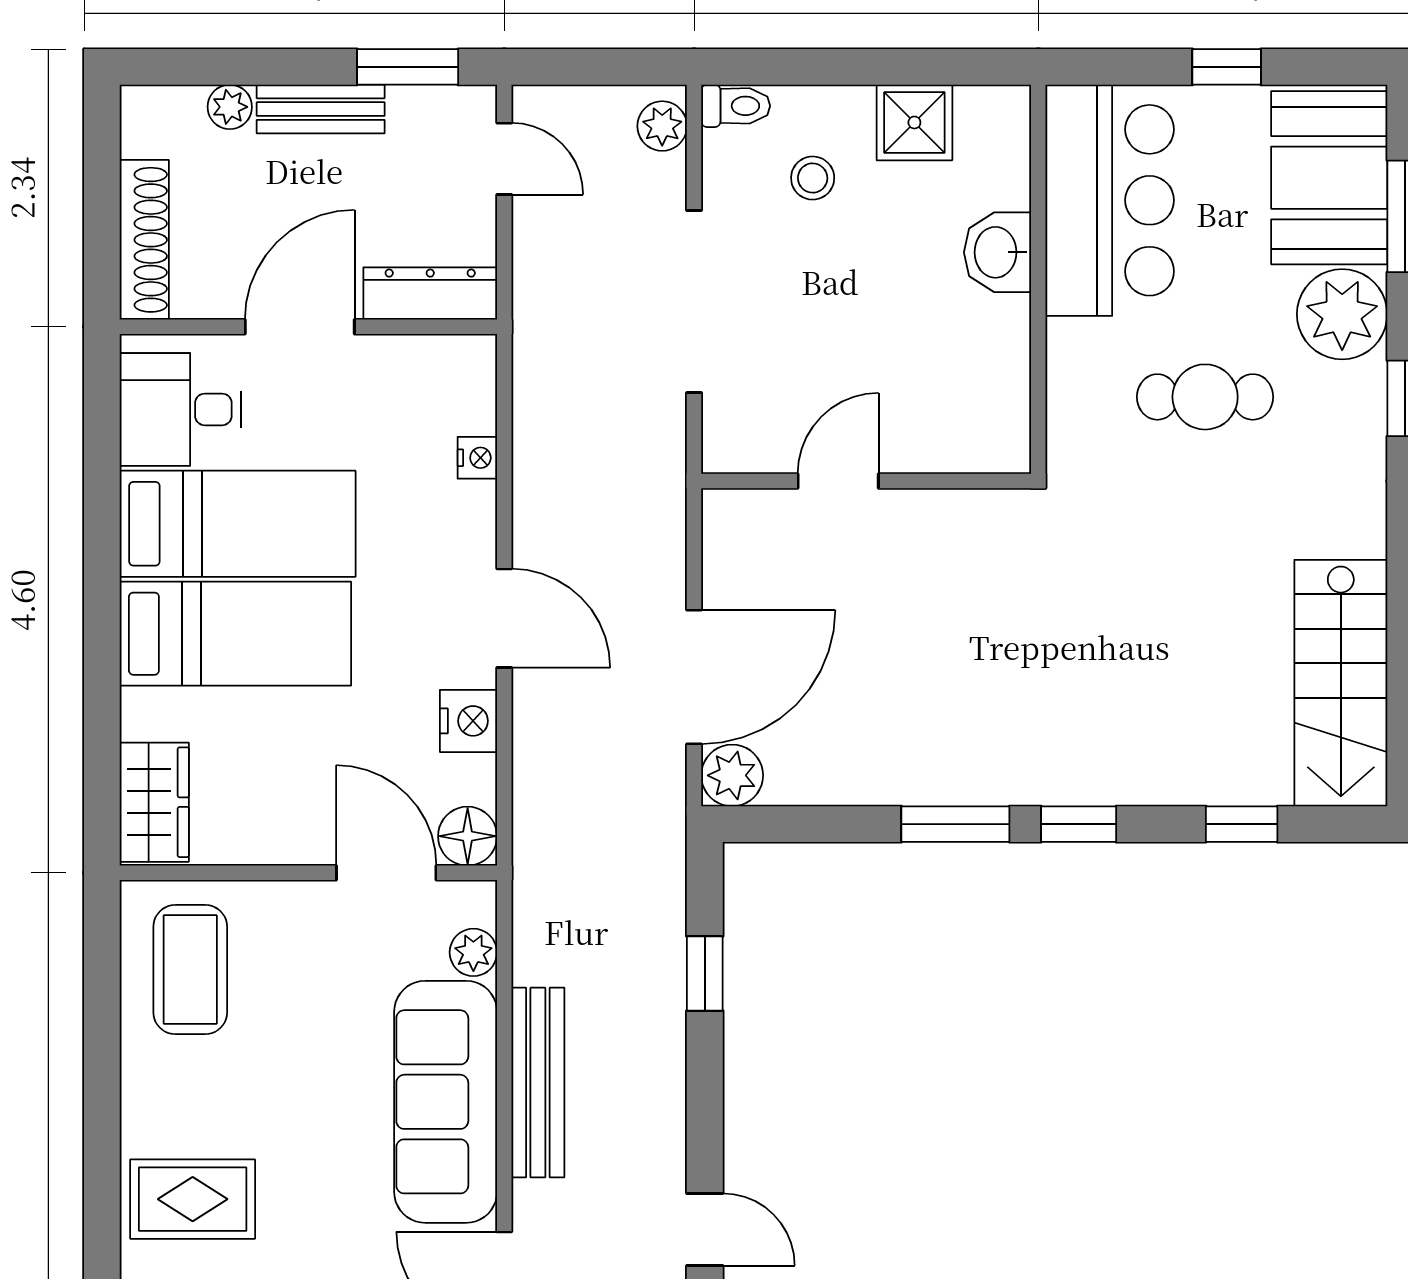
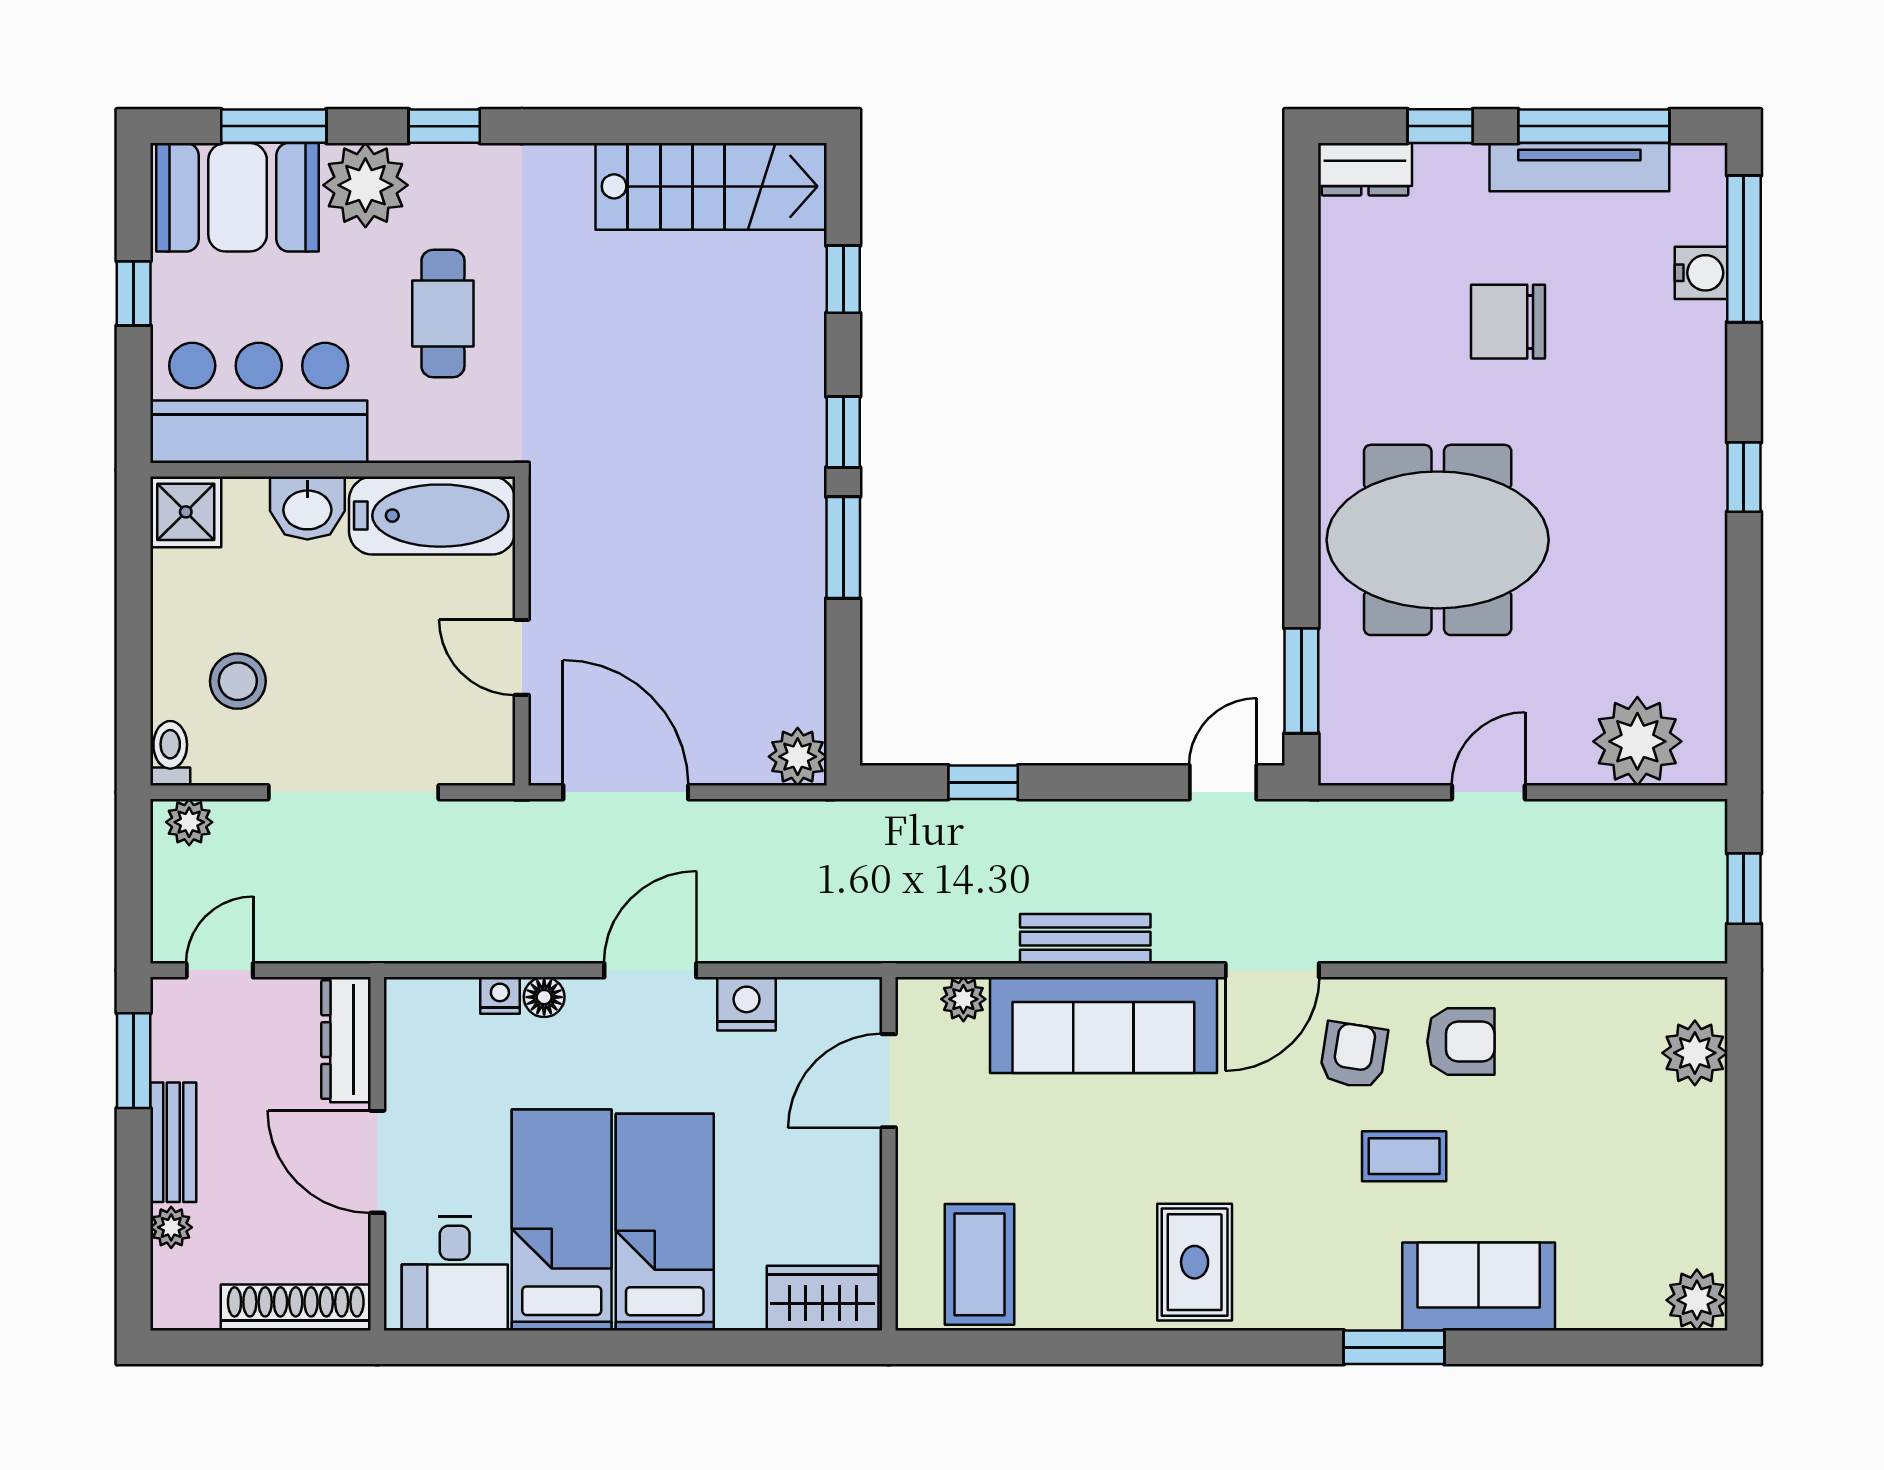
shower: (914, 122) -> (186, 512), moved
stool: (813, 178) -> (238, 681), width x1.37, depth x1.37
bathtub: (989, 385) -> (432, 516), added
door: (694, 677) -> (626, 792), moved
floor lamp: (468, 836) -> (544, 997), moved, width x0.73, depth x0.73
coffee table: (190, 970) -> (979, 1264), turned 90
bench: (538, 1082) -> (1085, 939), width x0.73

